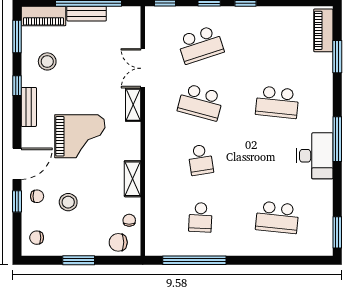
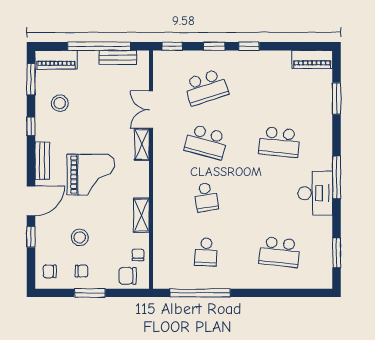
bench: (87, 14) -> (118, 57), moved
piano: (323, 30) -> (312, 59), moved, turned -90
bench: (29, 107) -> (42, 161), moved
chair: (37, 196) -> (82, 271), moved
window: (337, 232) -> (337, 253), moved

